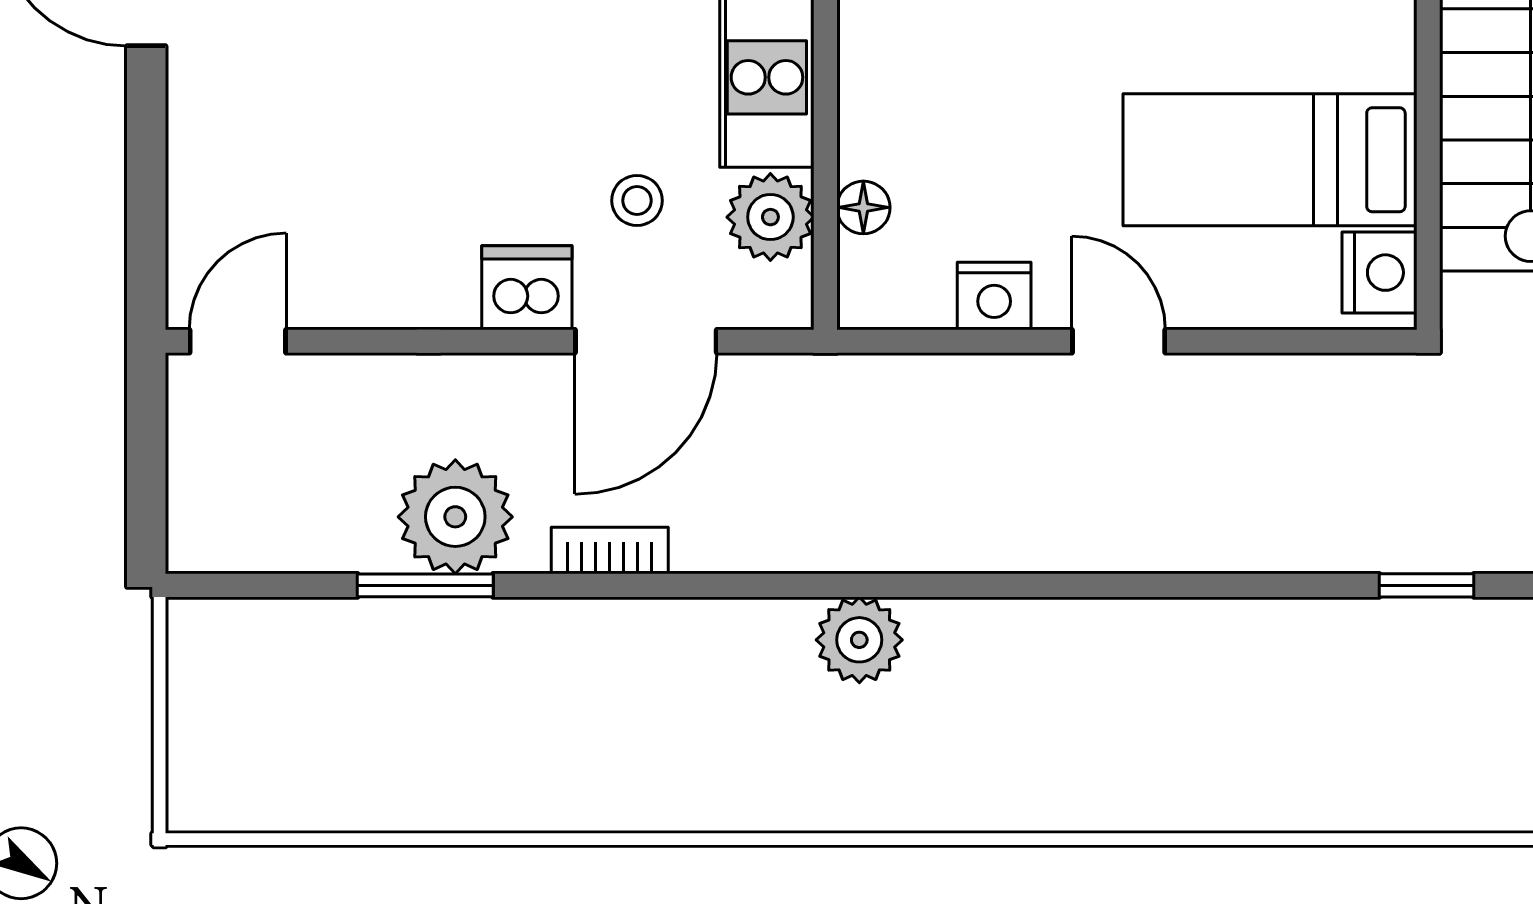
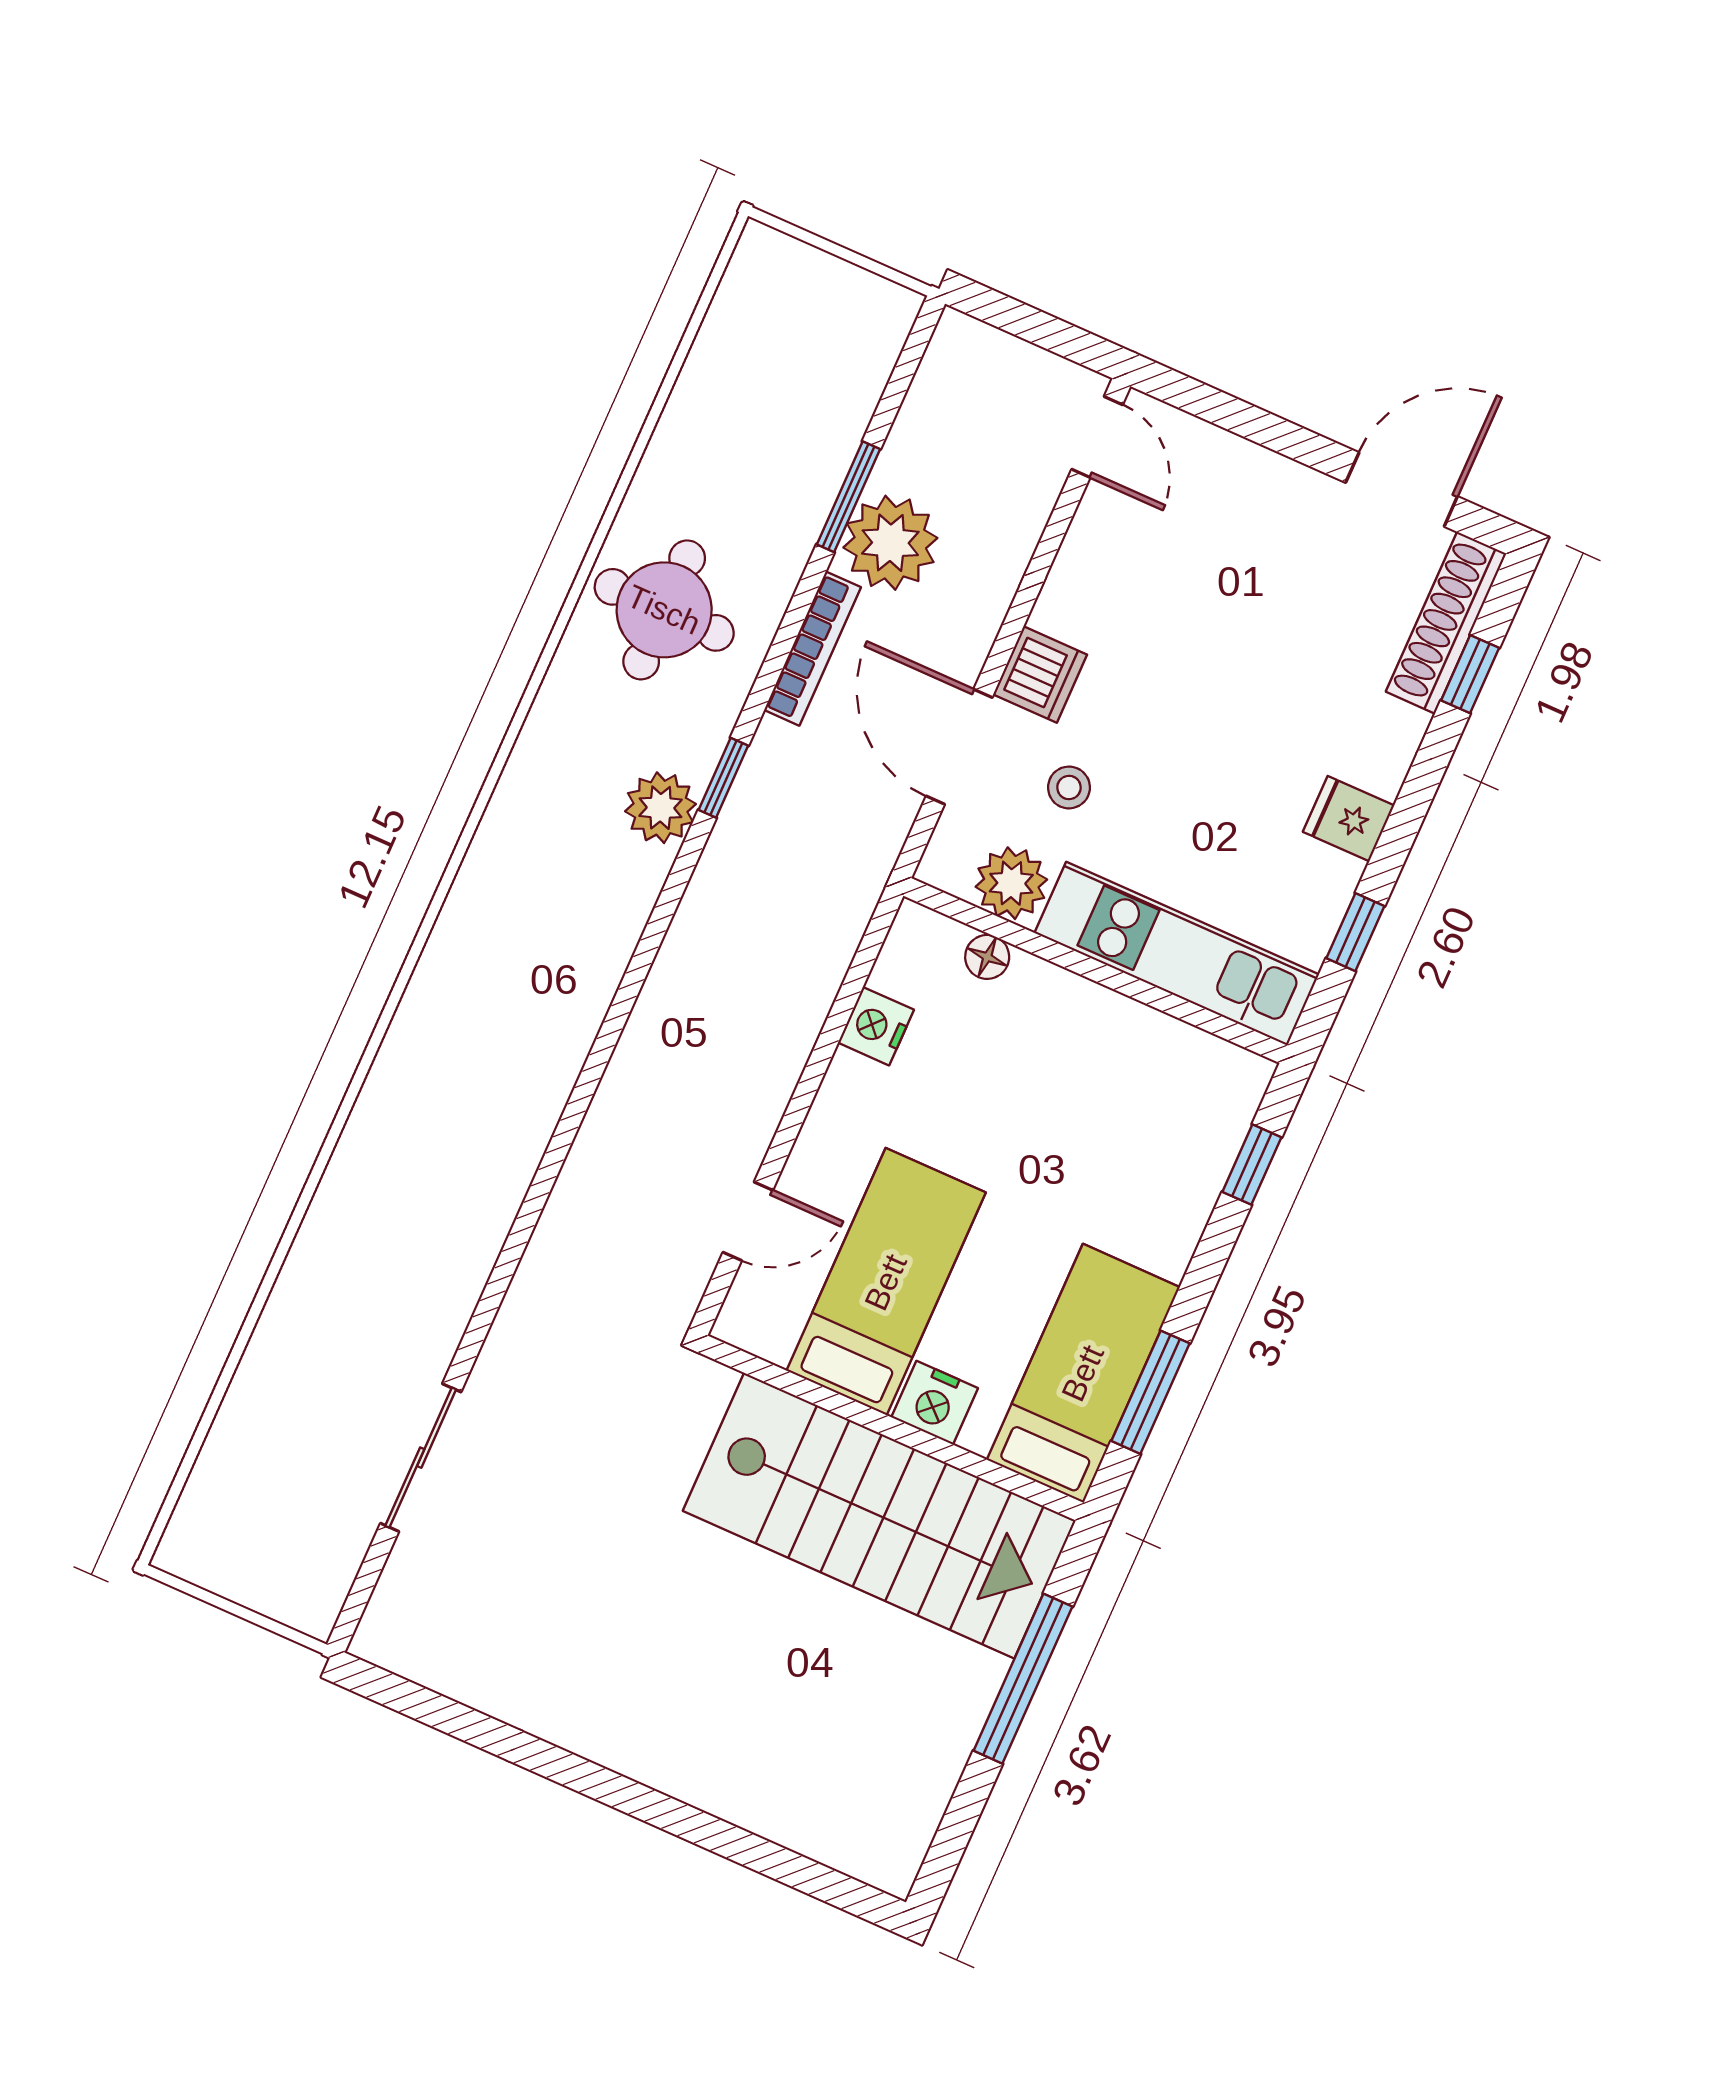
nightstand: (1379, 273) -> (935, 1403), moved
door: (1119, 341) -> (748, 1221), moved
bookcase: (610, 551) -> (813, 649), width x1.56
window: (1427, 585) -> (723, 778), moved
round table: (640, 733) -> (664, 610), added

